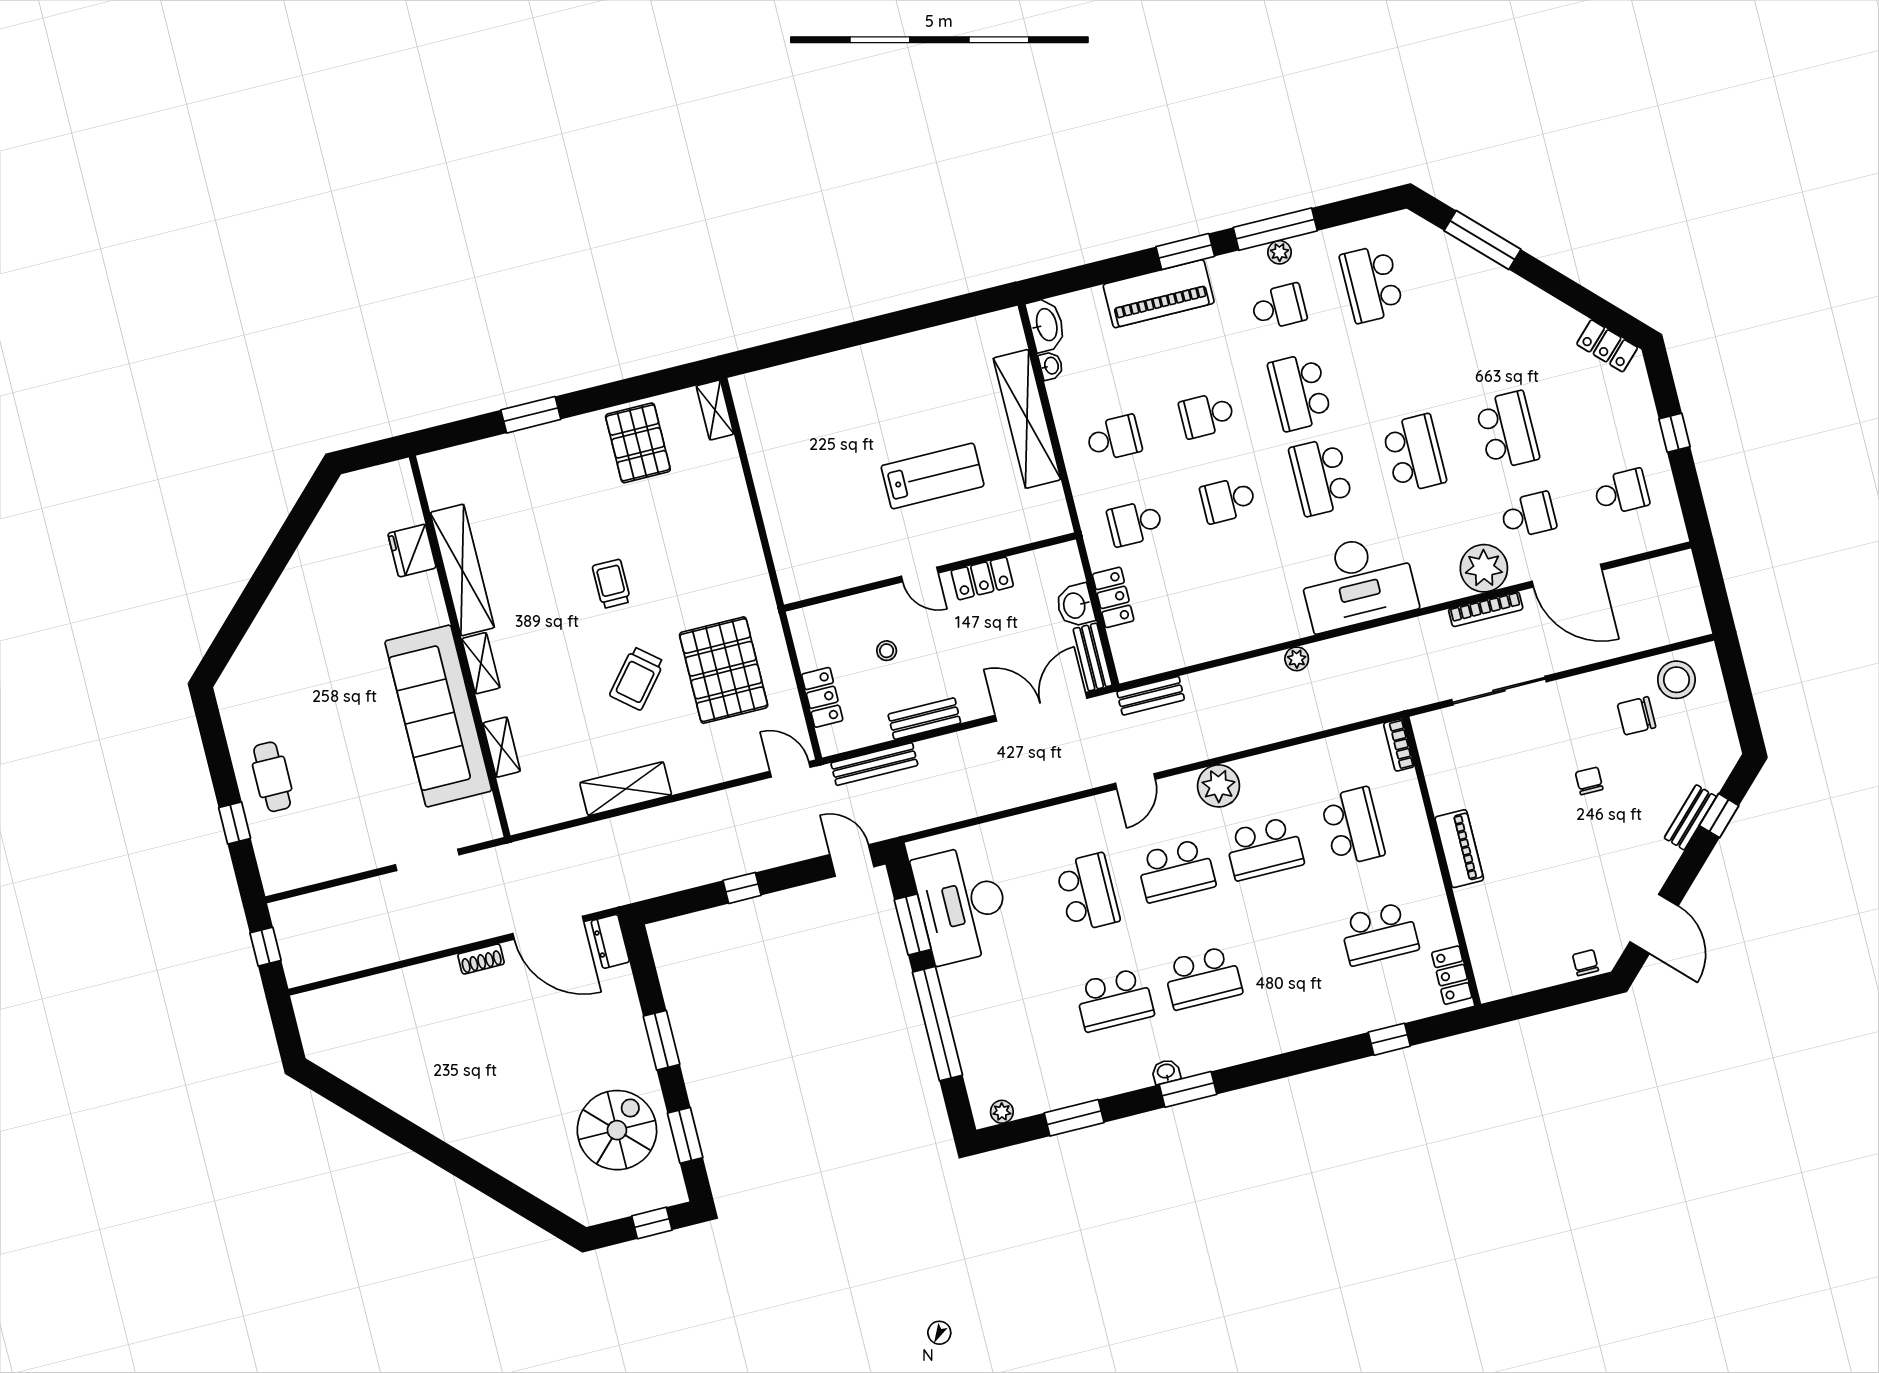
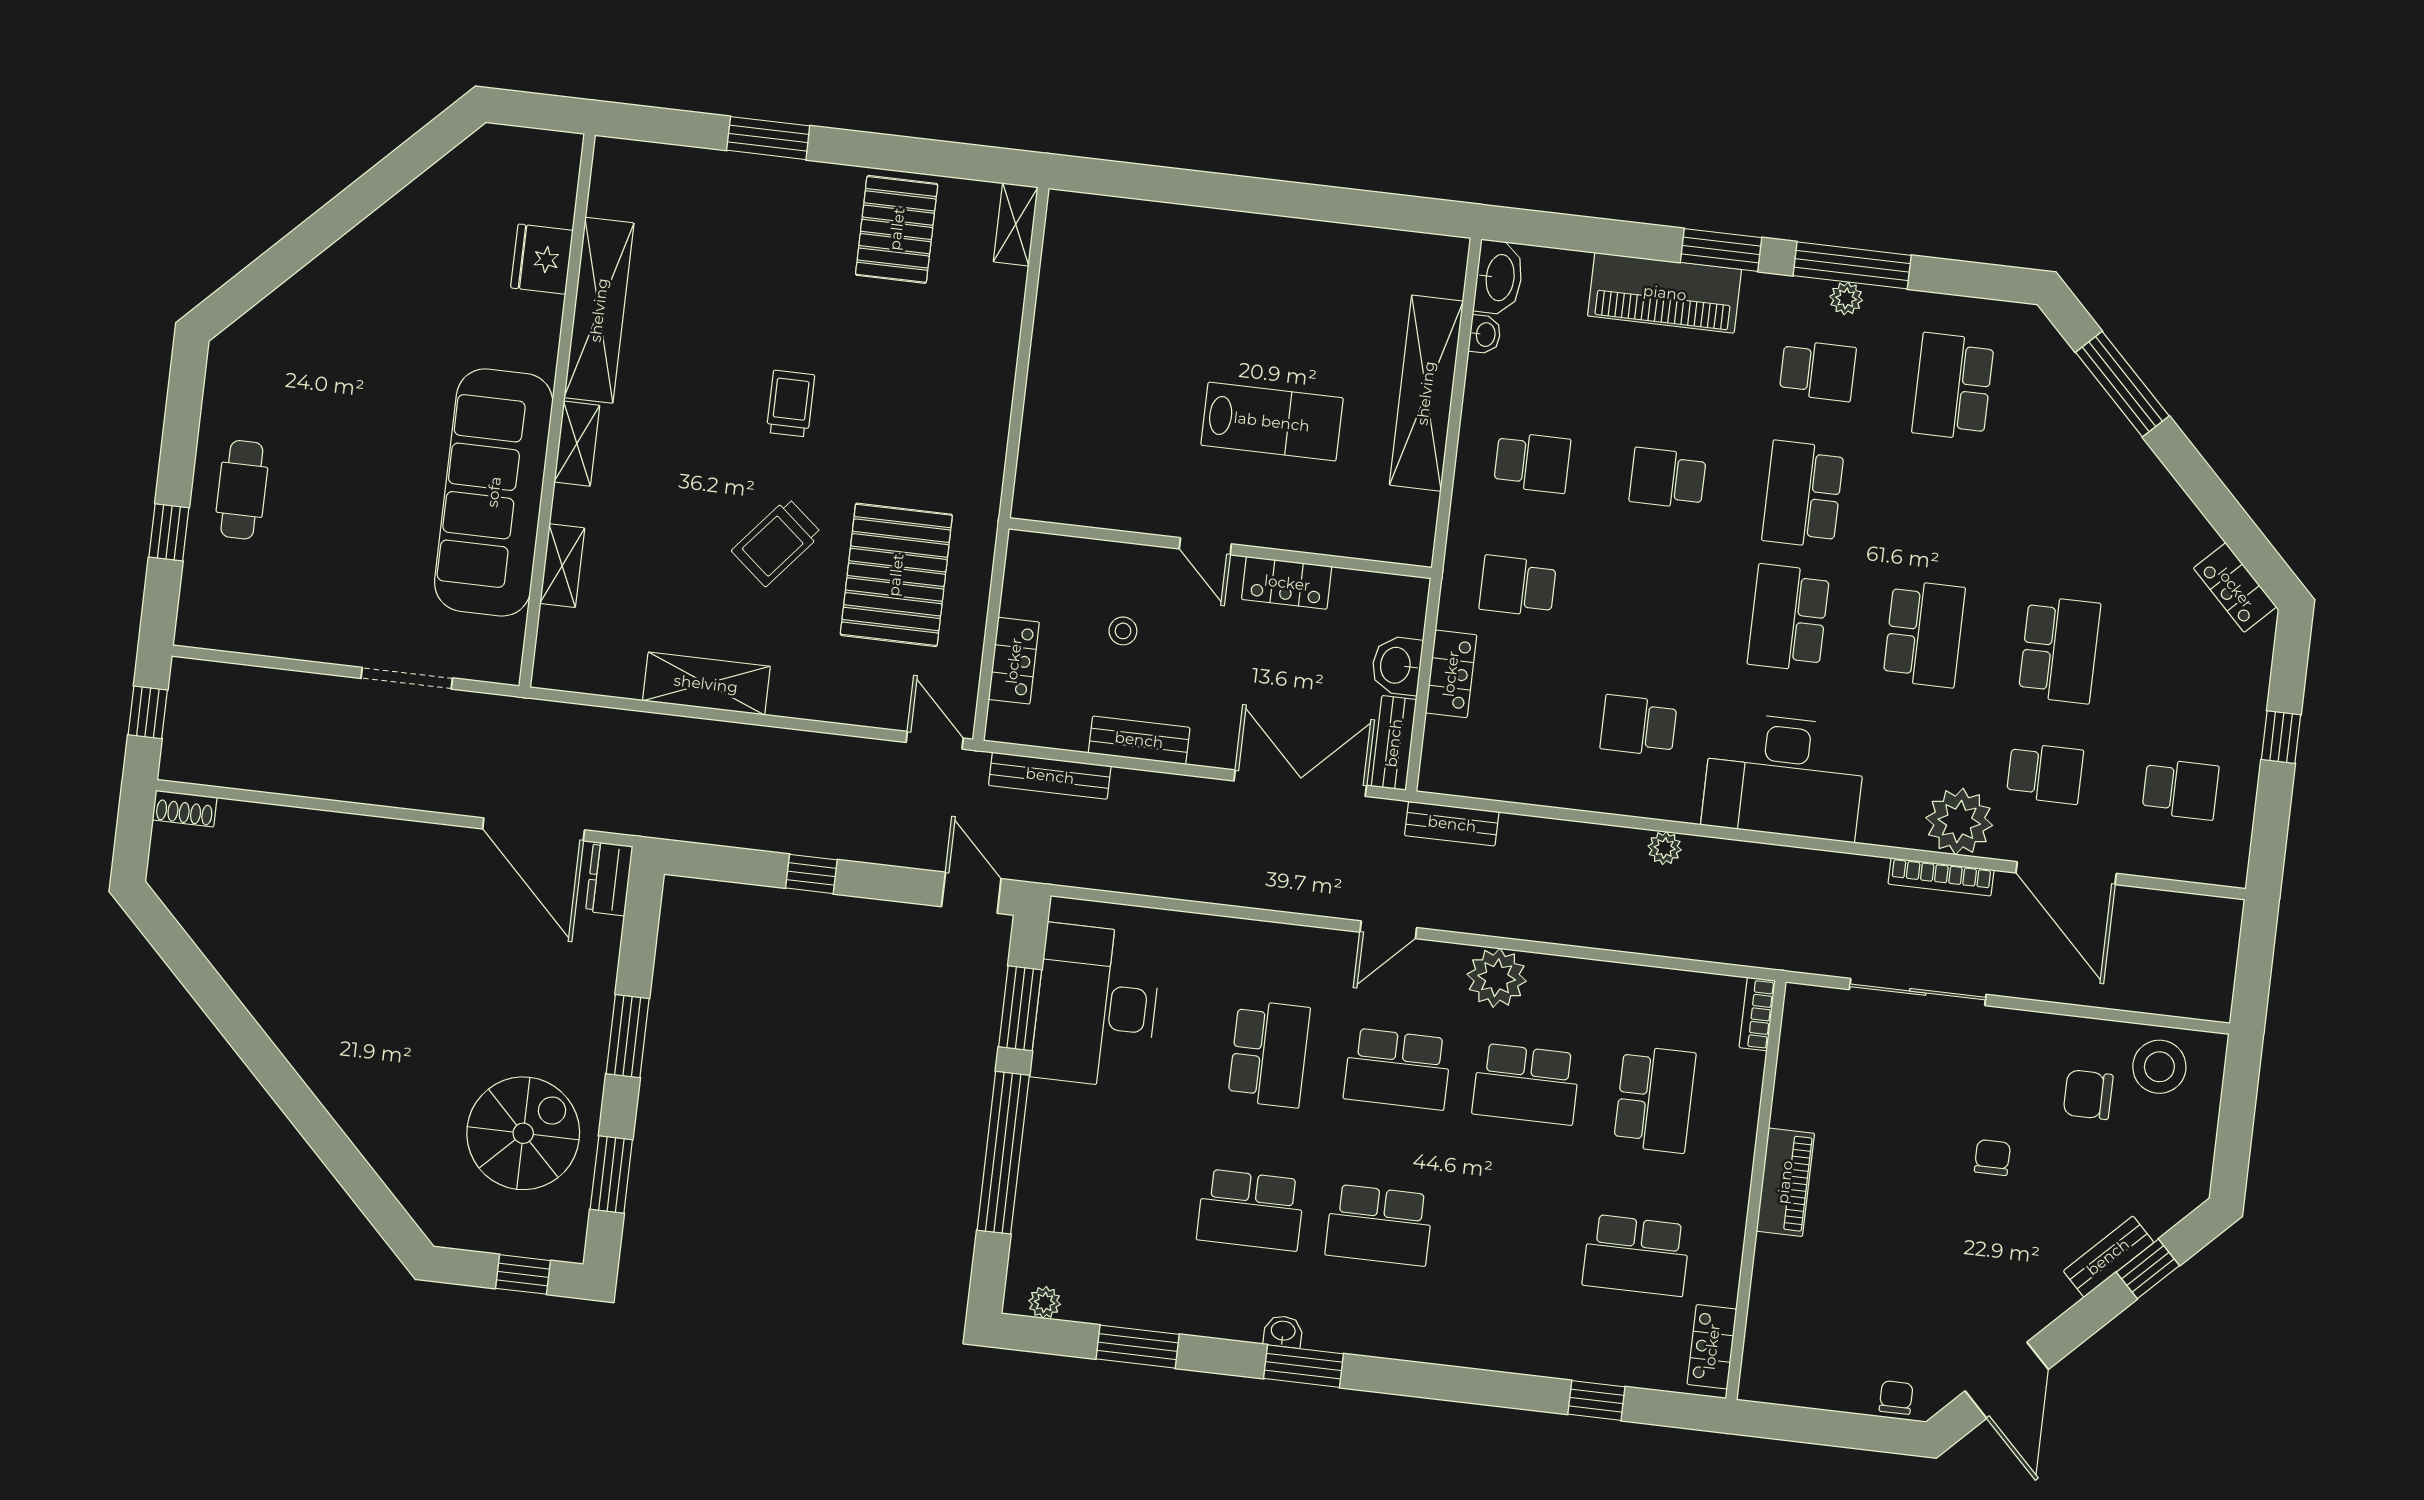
school desk: (1228, 500) -> (1639, 726), moved
shoe rack: (481, 959) -> (185, 809), moved

